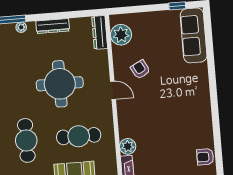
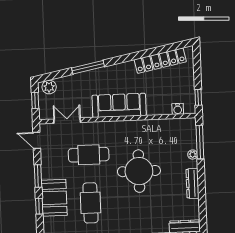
round table: (60, 84) -> (139, 171), moved

